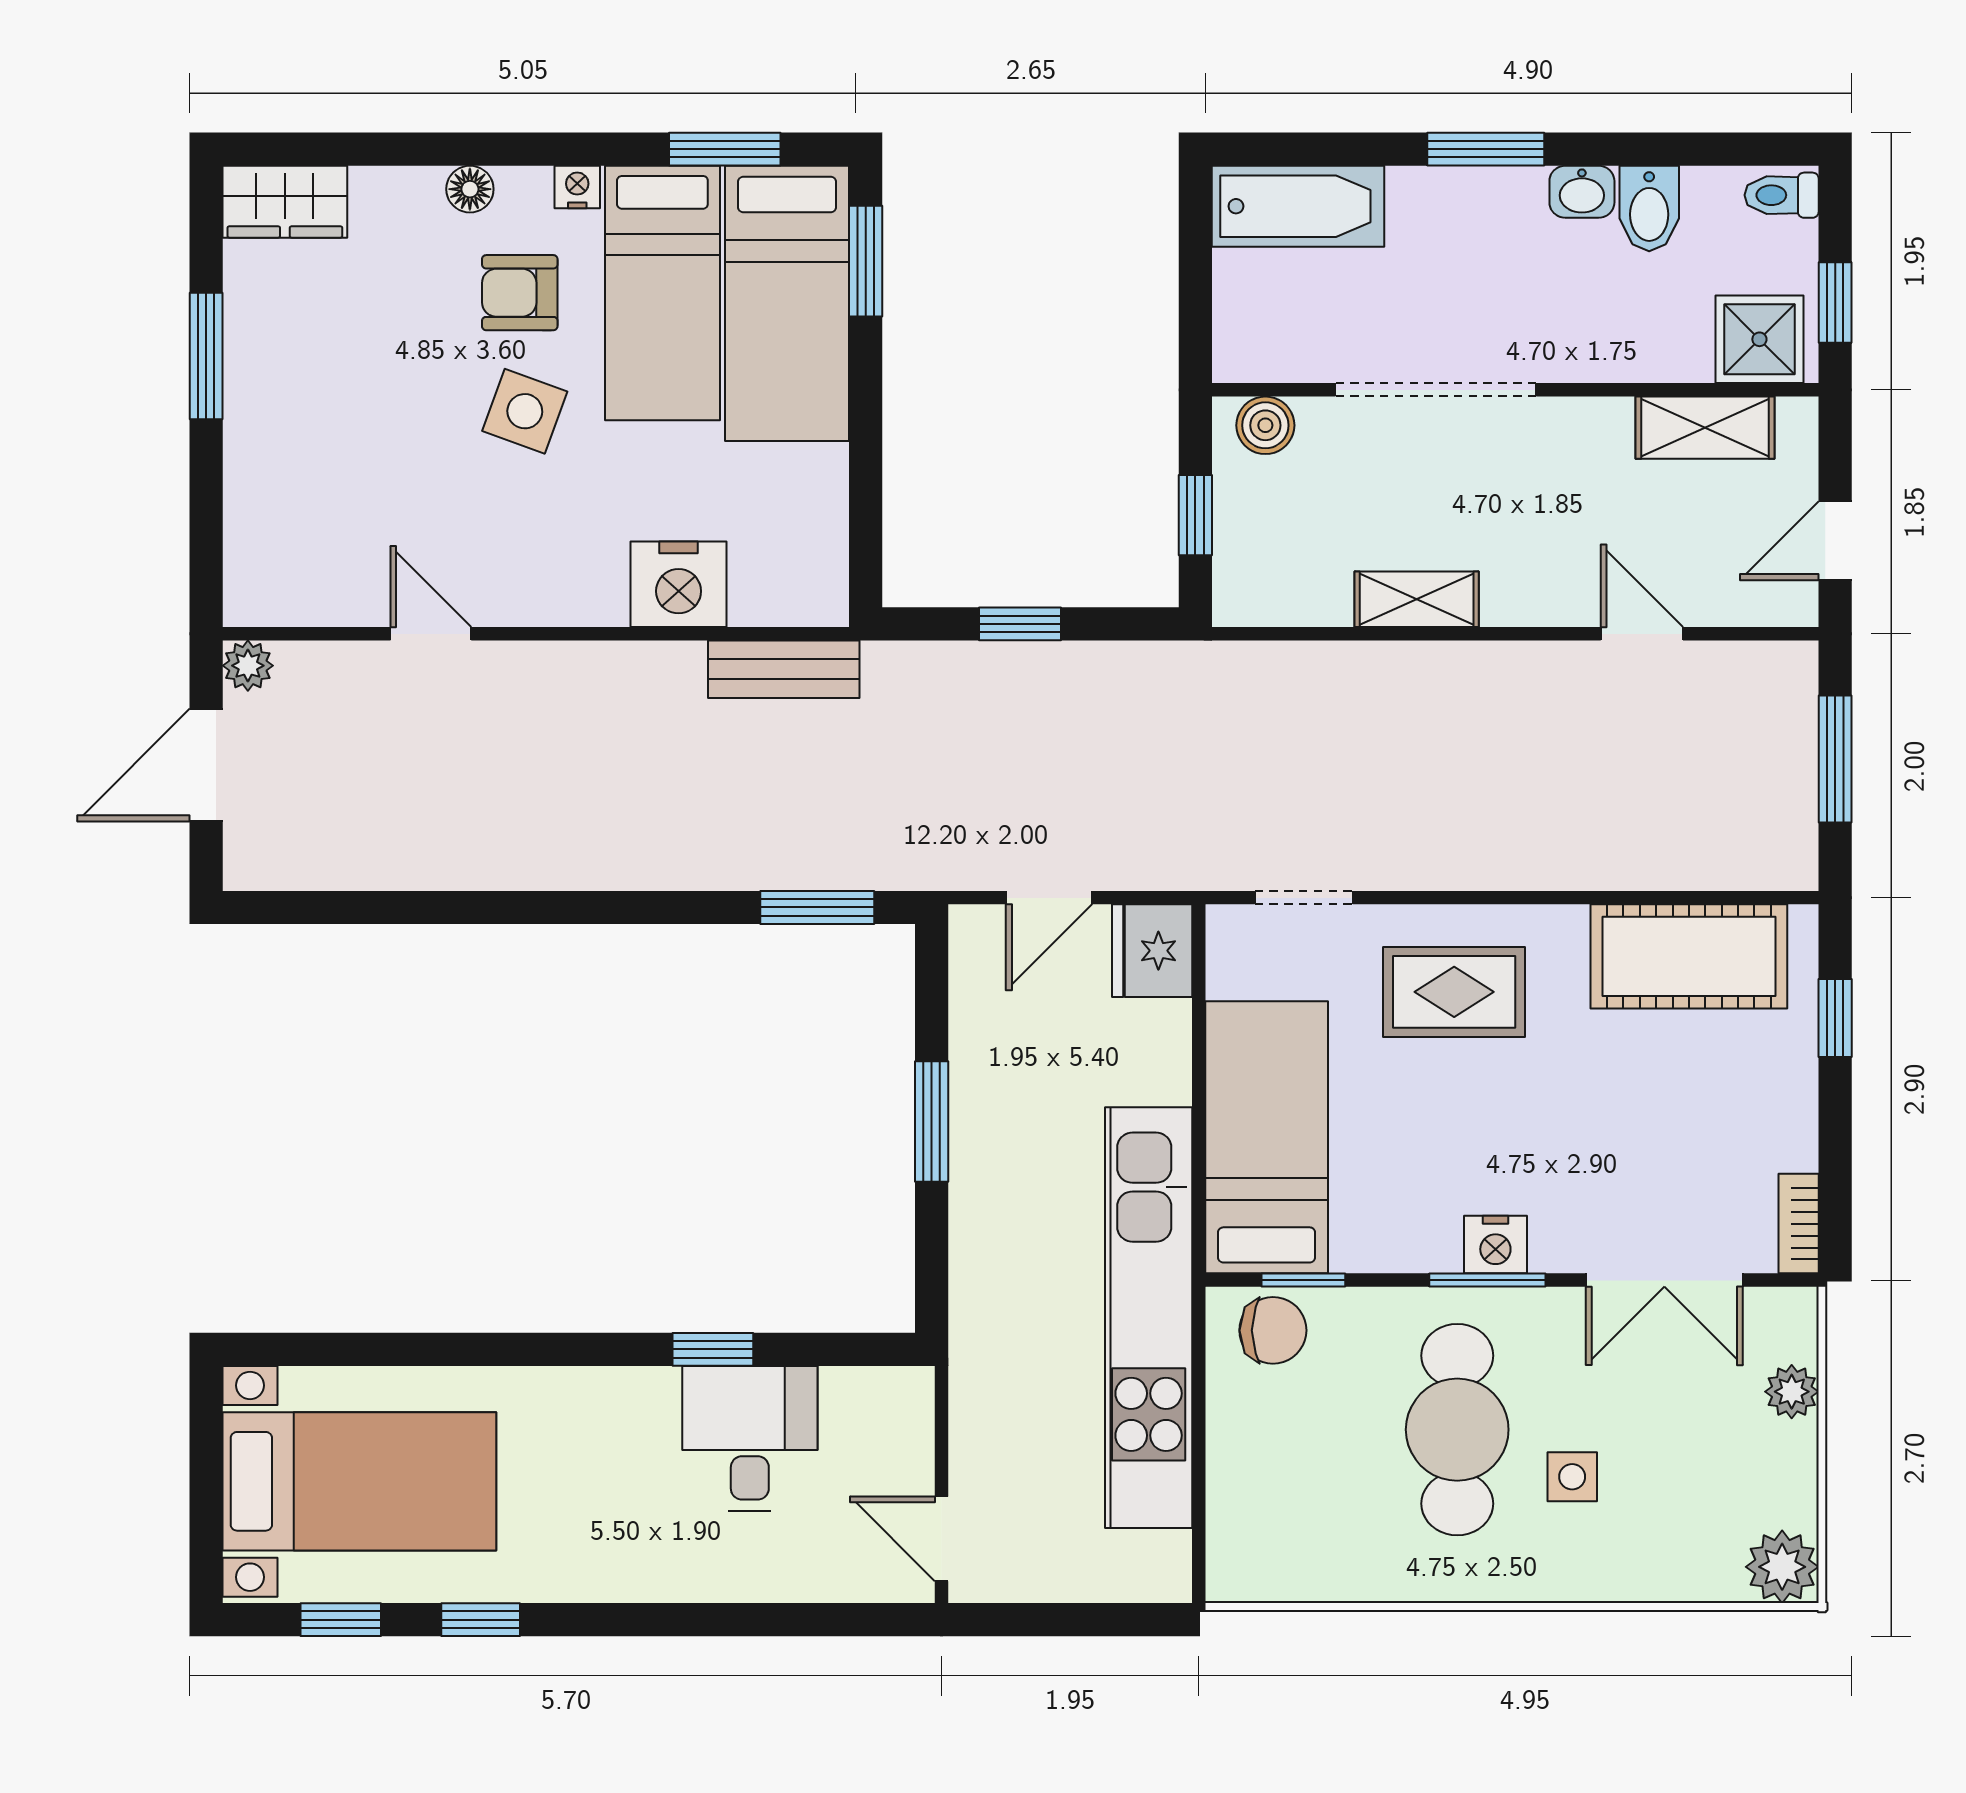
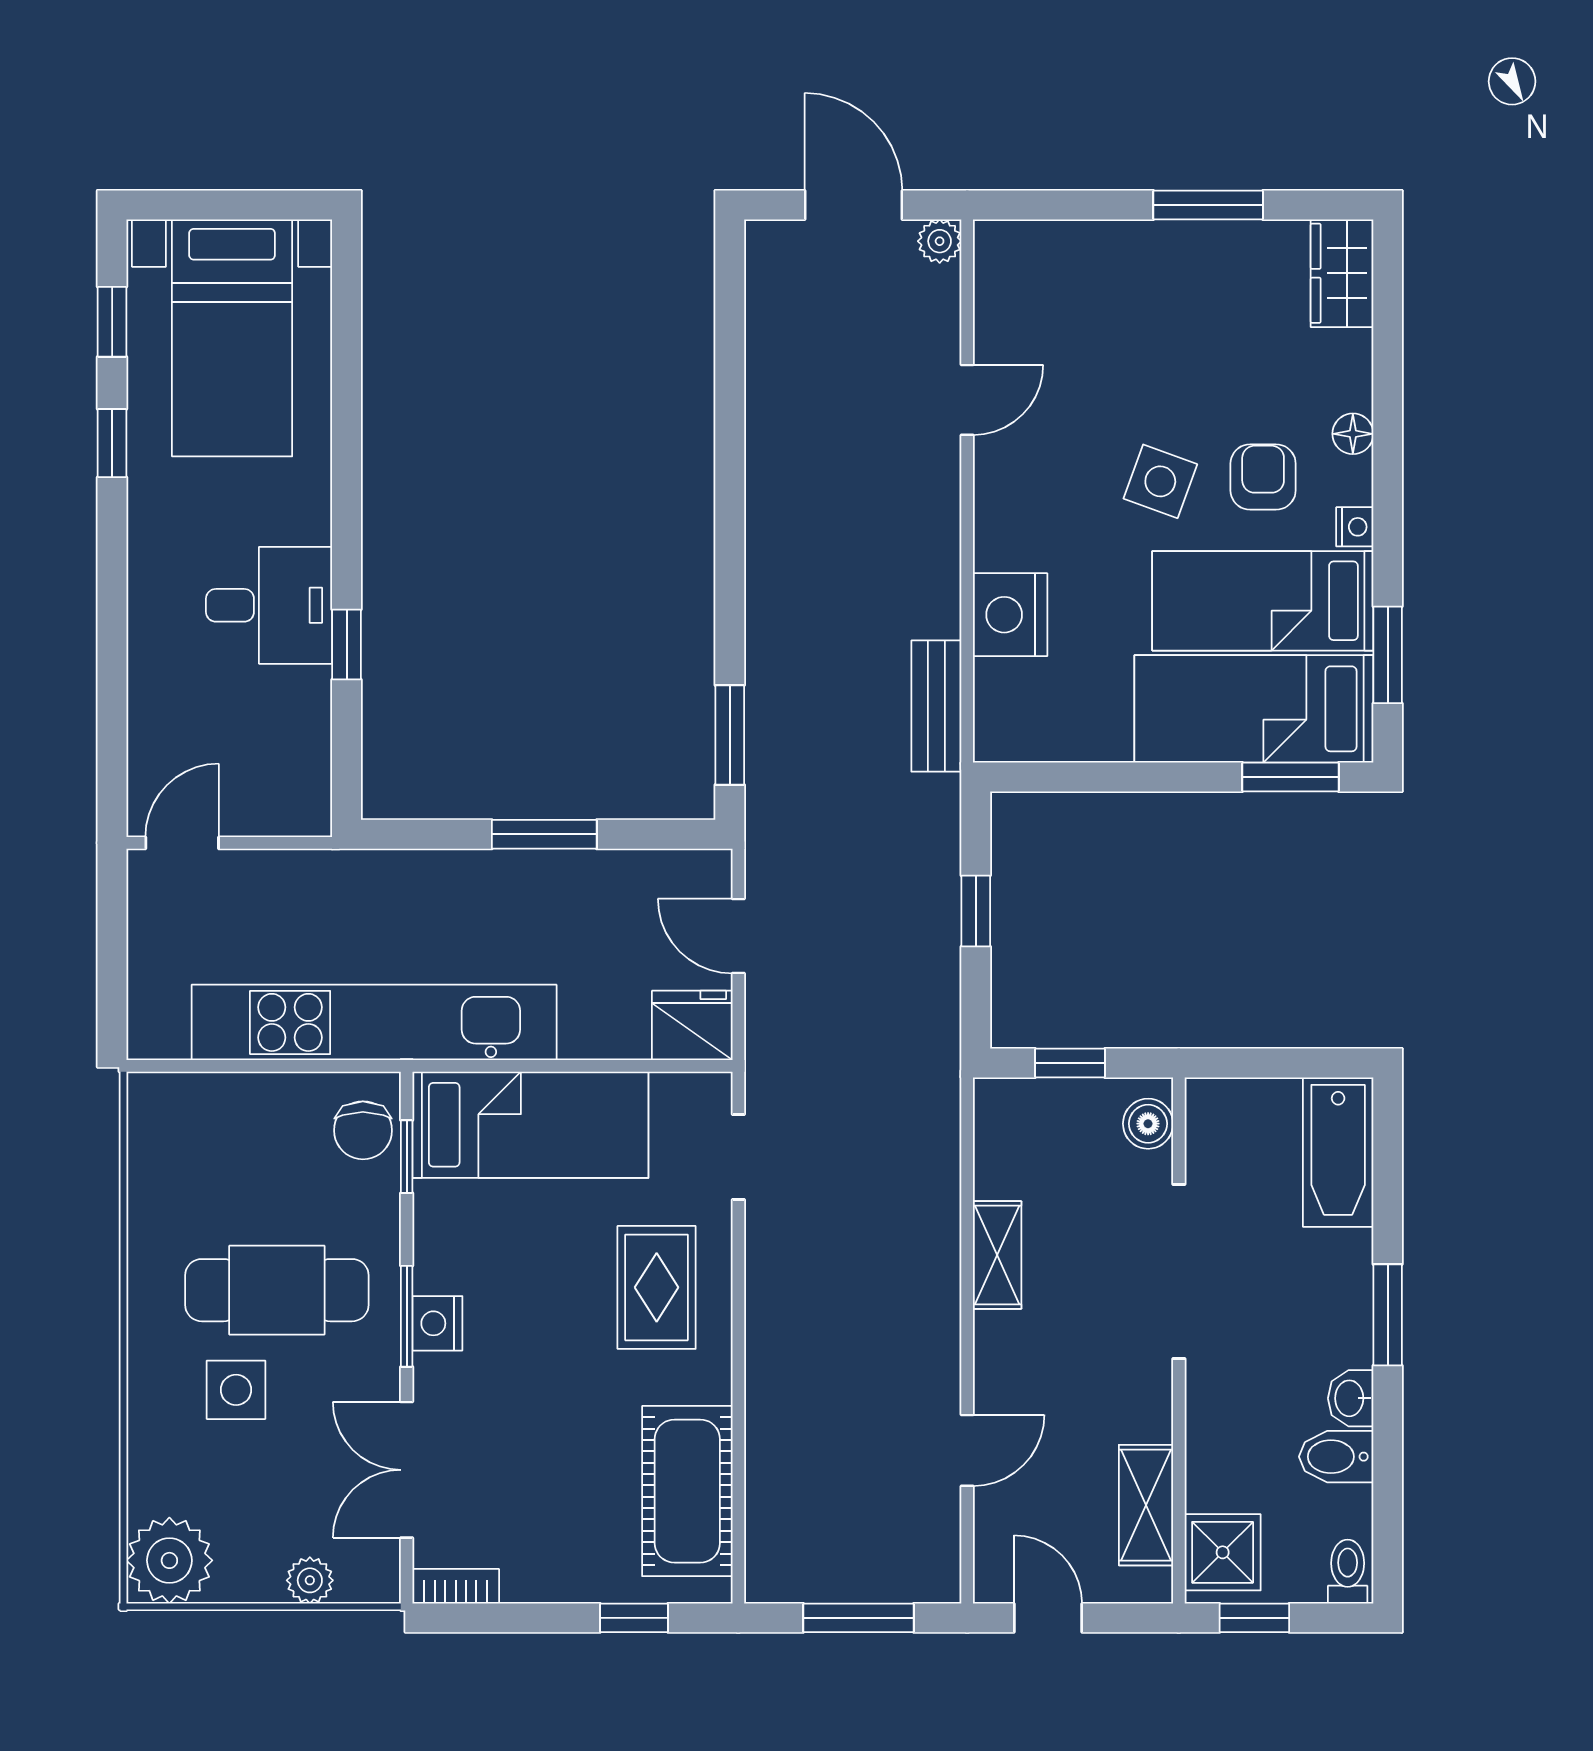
desk: (750, 1439) -> (269, 605), moved
side table: (1572, 1477) -> (236, 1390), width x1.37, depth x1.37
plant: (1782, 1567) -> (169, 1560), width x1.36, depth x1.36

